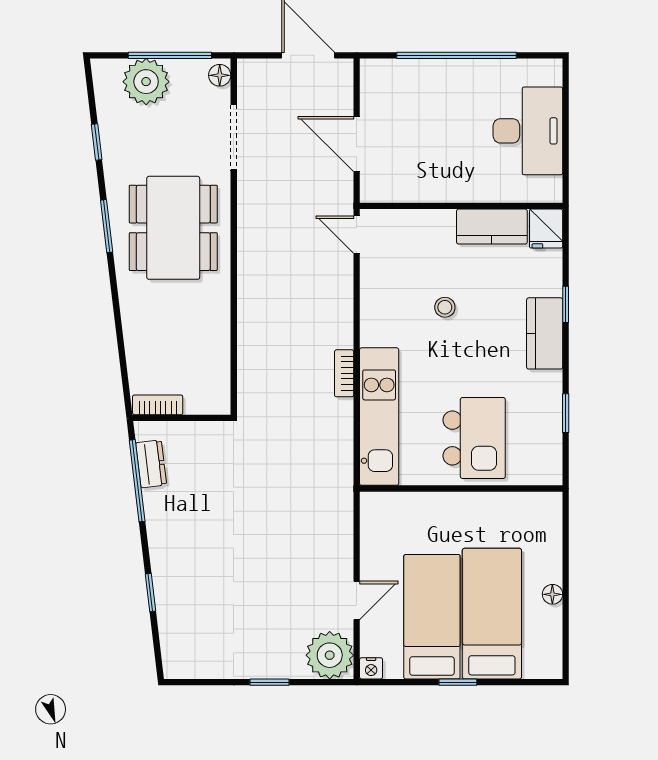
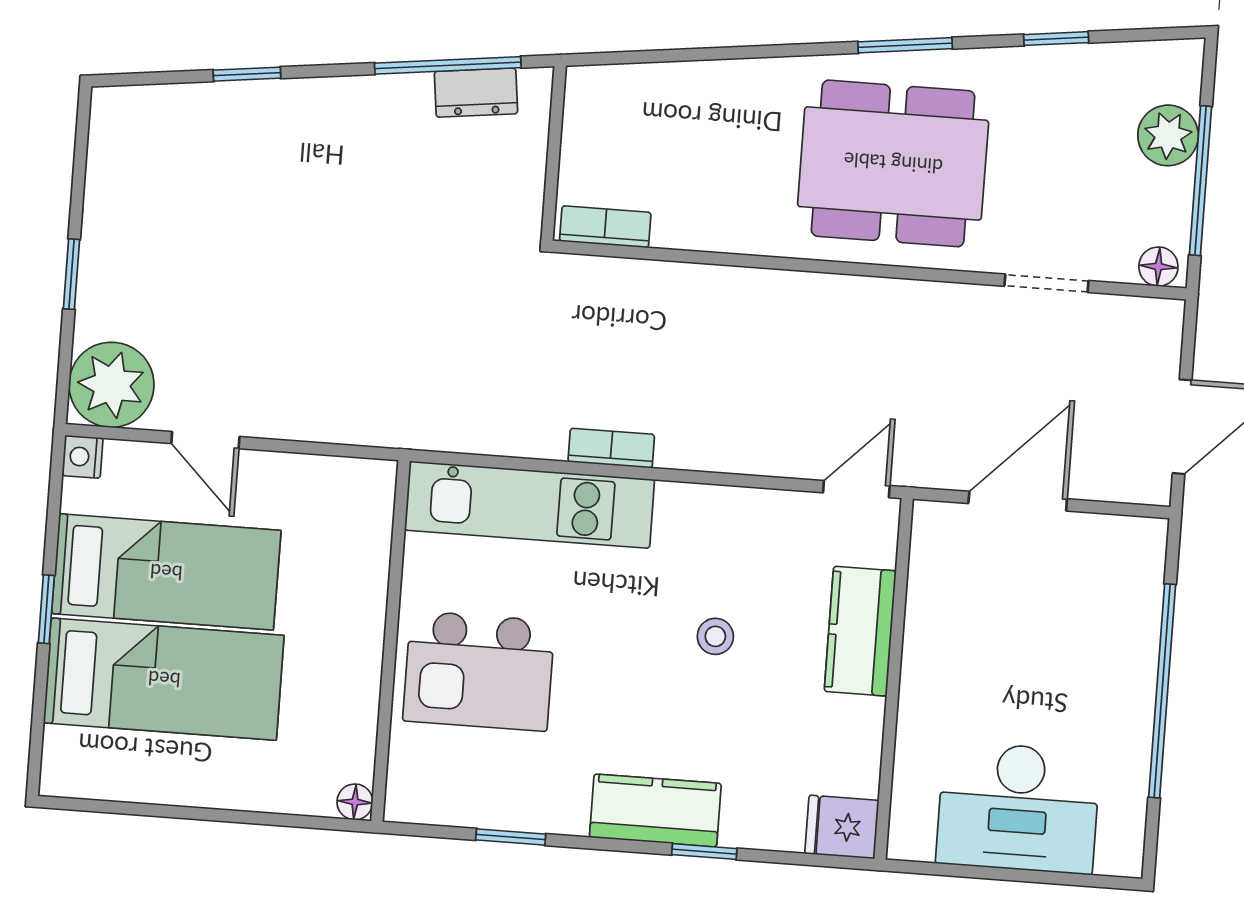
plant: (146, 82) -> (1168, 135), width x0.73, depth x0.73
doorway: (234, 137) -> (1046, 283), width x0.73
kitchen counter: (492, 227) -> (860, 631), moved
bookcase: (158, 405) -> (605, 227), moved, turned -90
floor lamp: (552, 594) -> (355, 802), moved

